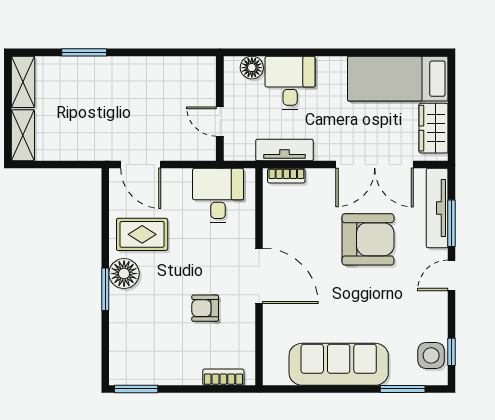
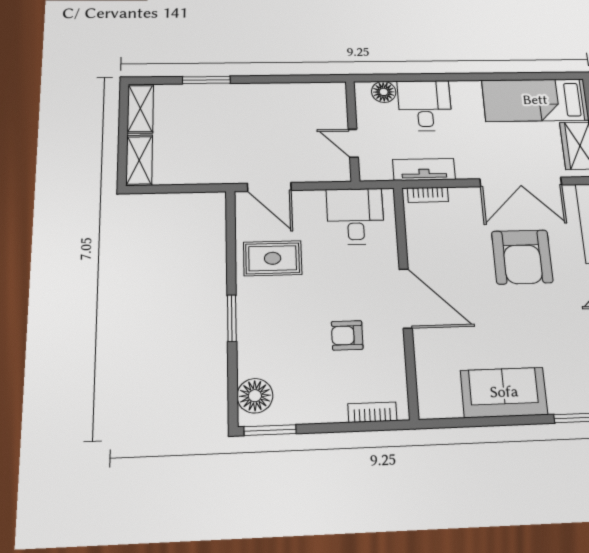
armchair: (368, 239) -> (522, 257), turned 90
floor lamp: (124, 274) -> (255, 396), moved
sofa: (339, 364) -> (504, 392), width x0.73

